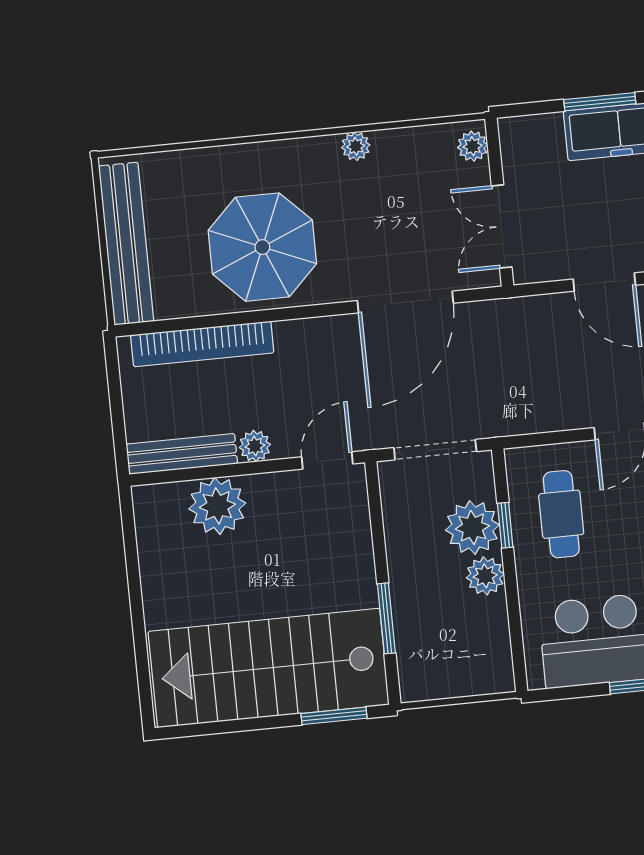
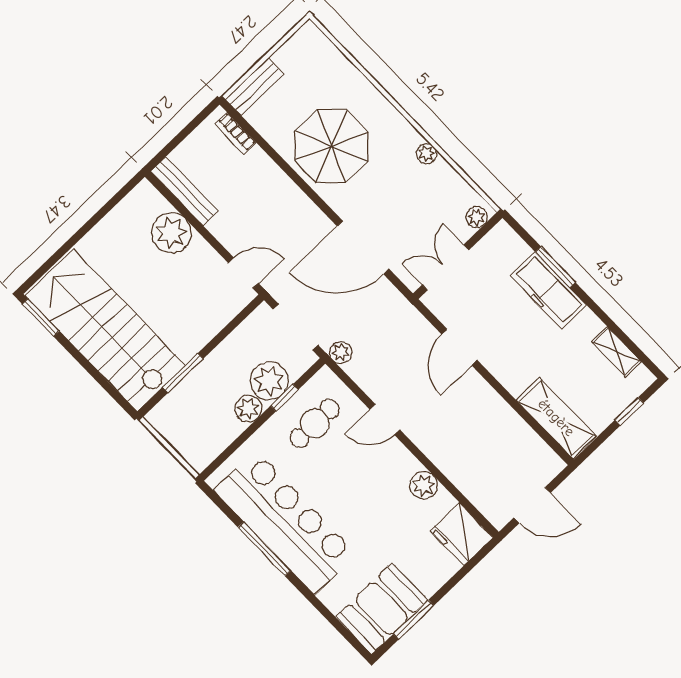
bench: (126, 244) -> (255, 87), width x0.54, depth x0.82
bookcase: (202, 344) -> (236, 133), width x0.43, depth x0.76
plant: (255, 446) -> (341, 352), moved
window: (334, 716) -> (41, 318), moved

